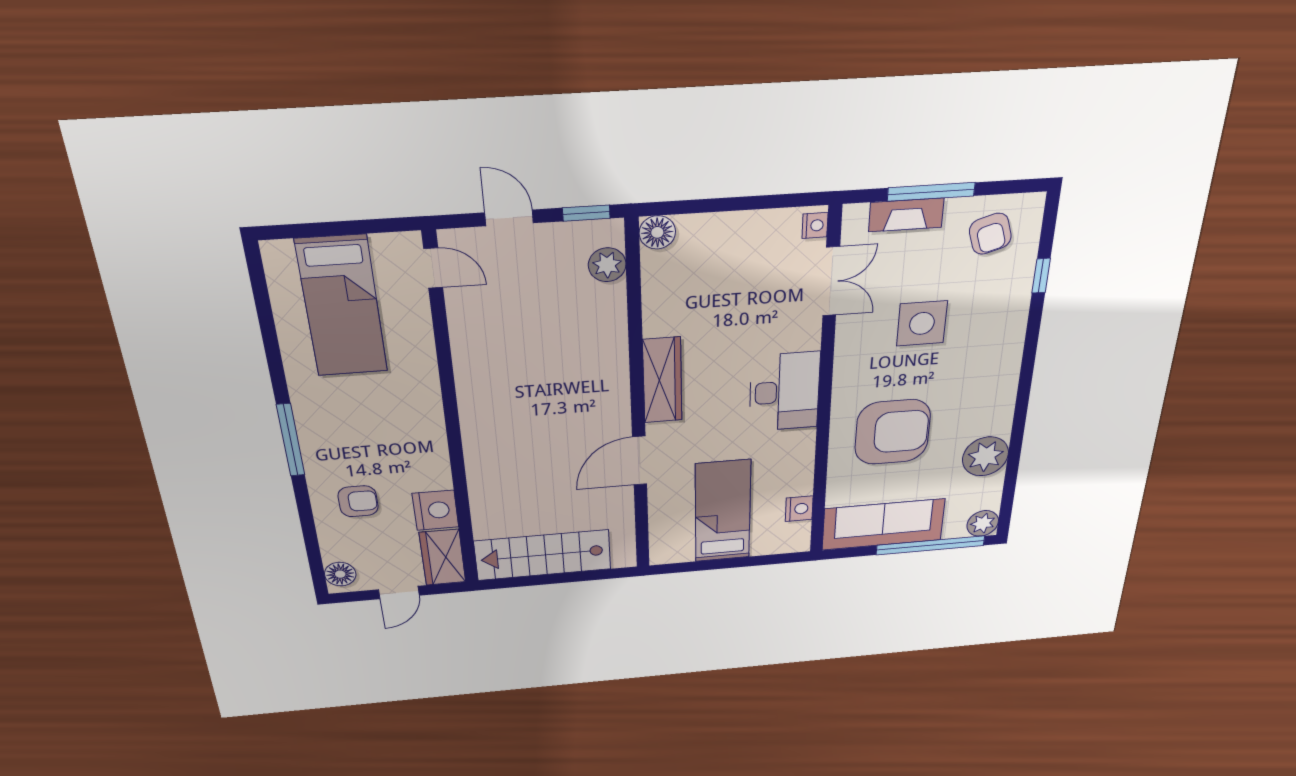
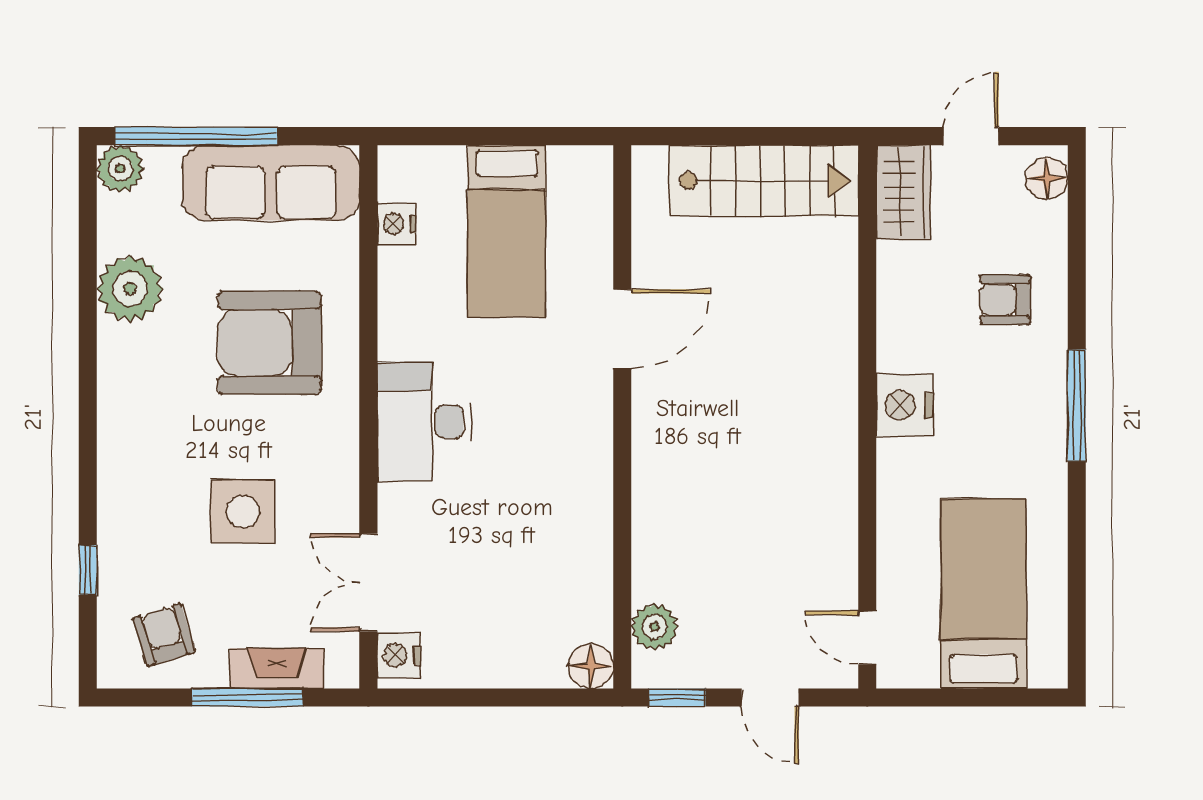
nightstand: (815, 225) -> (399, 656), width x1.39, depth x1.35
wardrobe: (662, 380) -> (589, 454), removed
nightstand: (435, 510) -> (904, 405), moved

